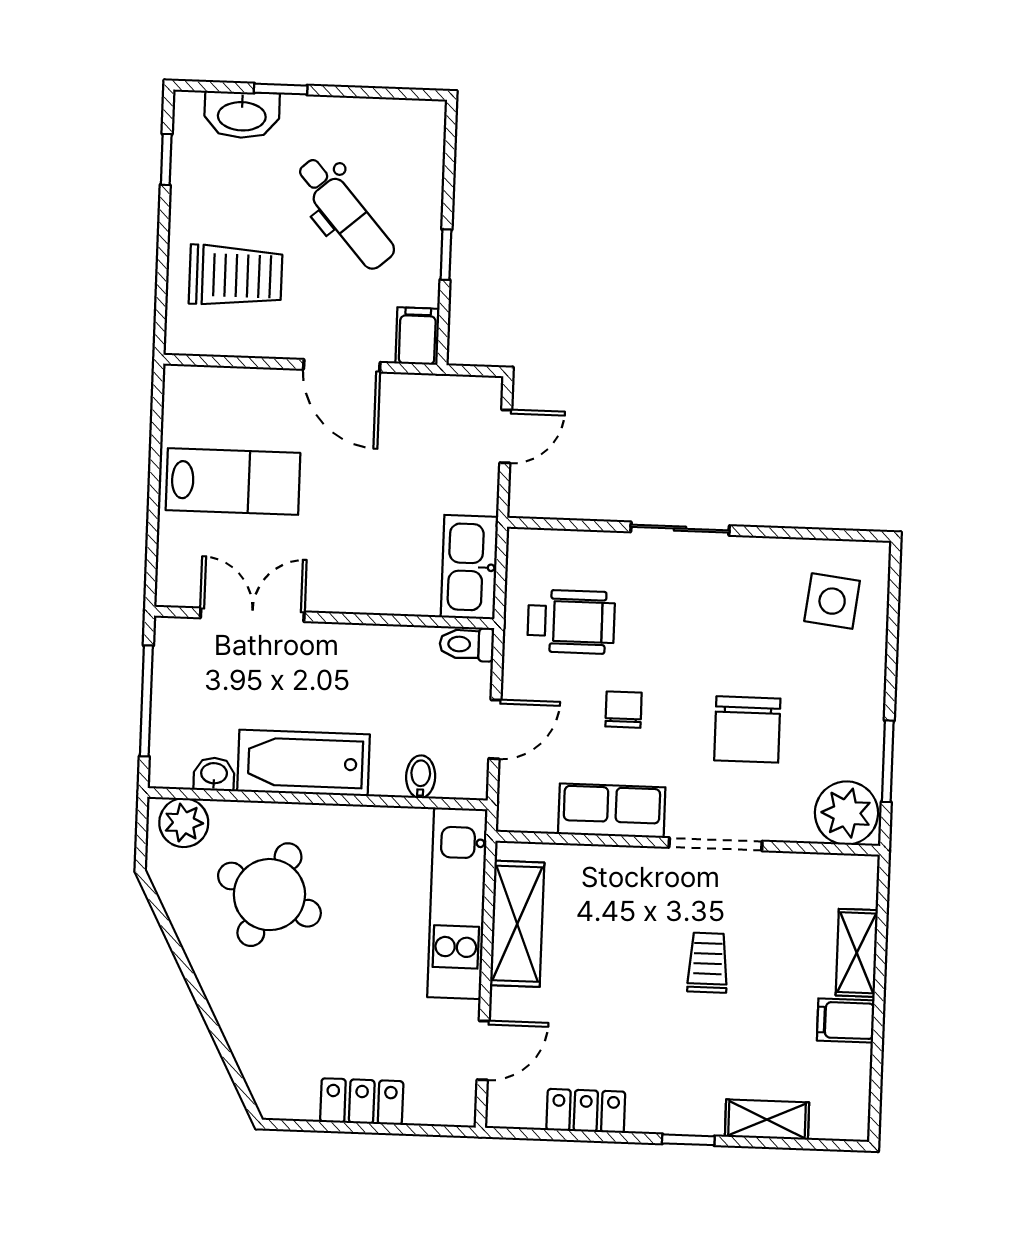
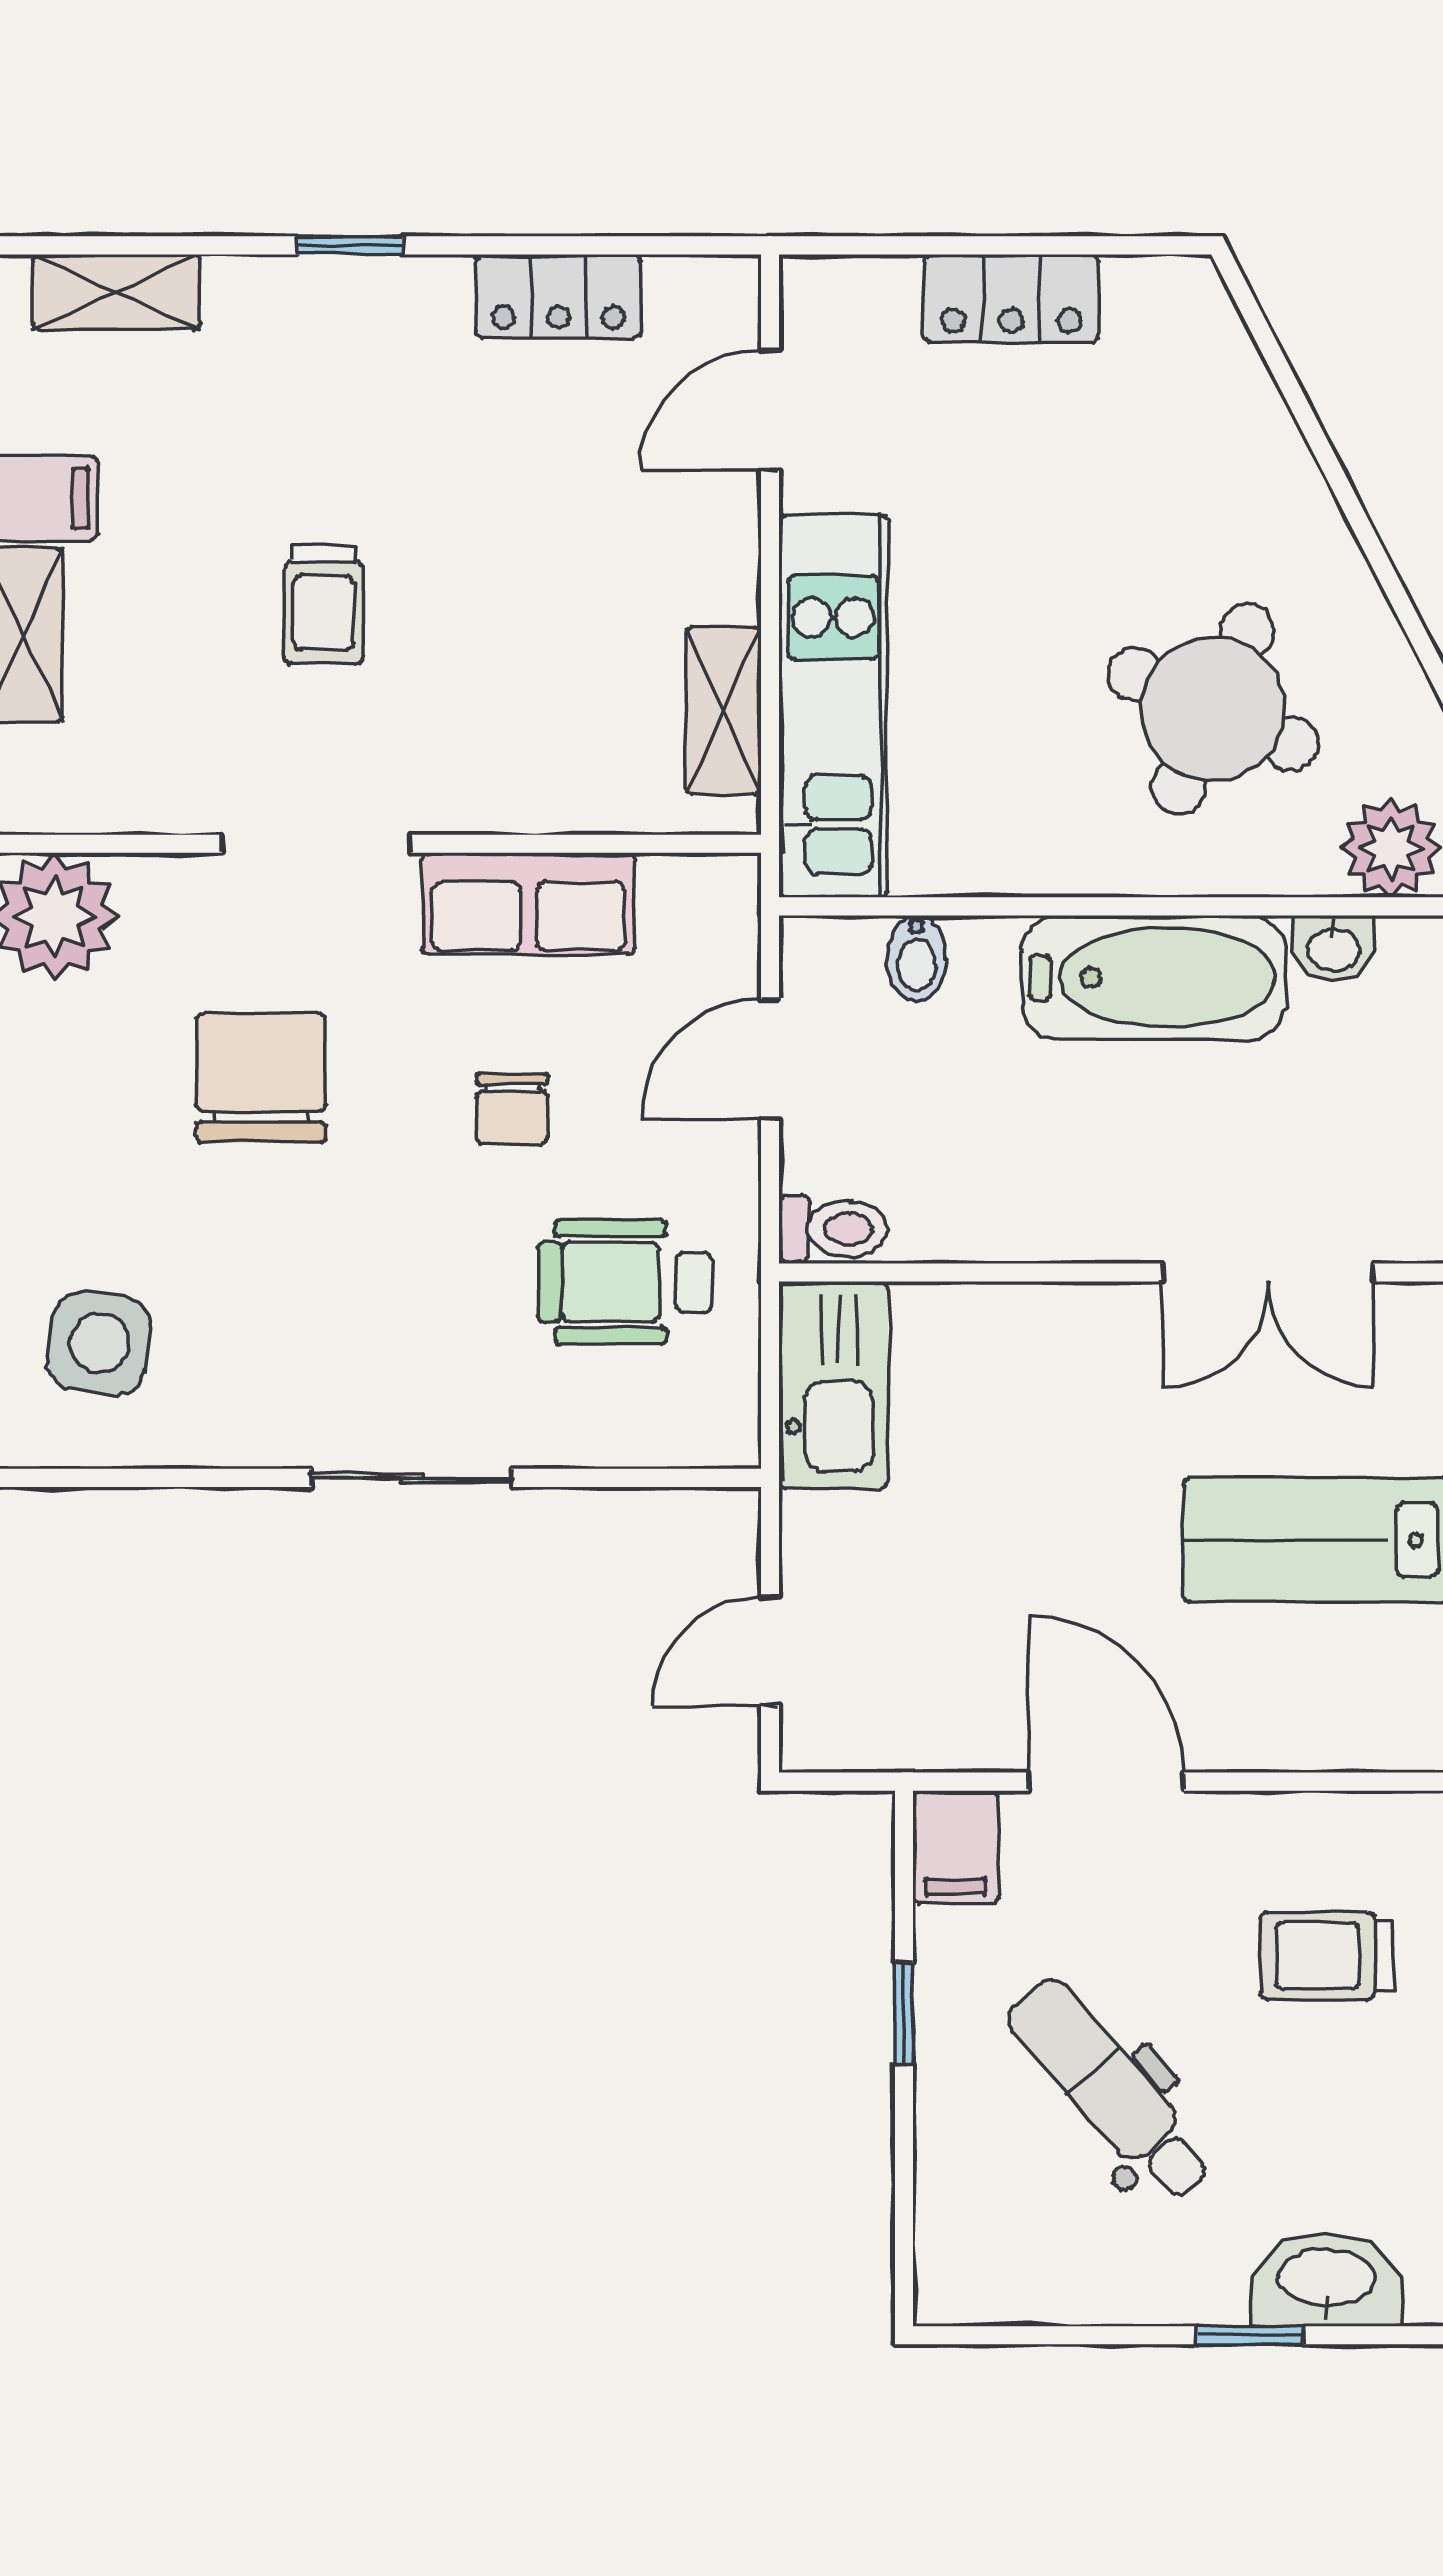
trolley: (236, 276) -> (1327, 1956), width x0.73, depth x0.72
shelving: (517, 924) -> (723, 711), width x0.67, depth x0.75
shelving: (767, 1120) -> (117, 292), moved

